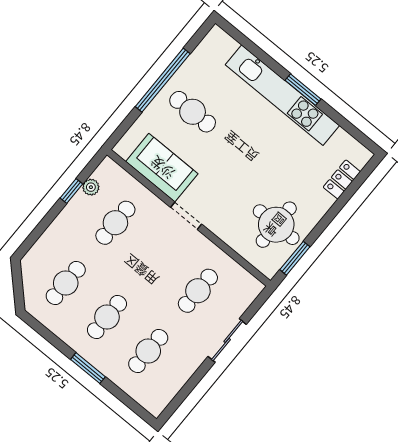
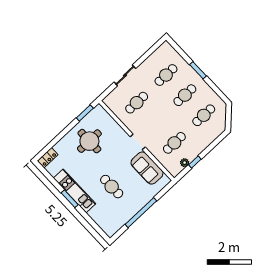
kitchen unit: (282, 95) -> (75, 191), width x0.73
cafe table: (193, 112) -> (112, 187), moved
locker: (342, 179) -> (48, 158), moved
round table: (276, 225) -> (89, 141), moved

